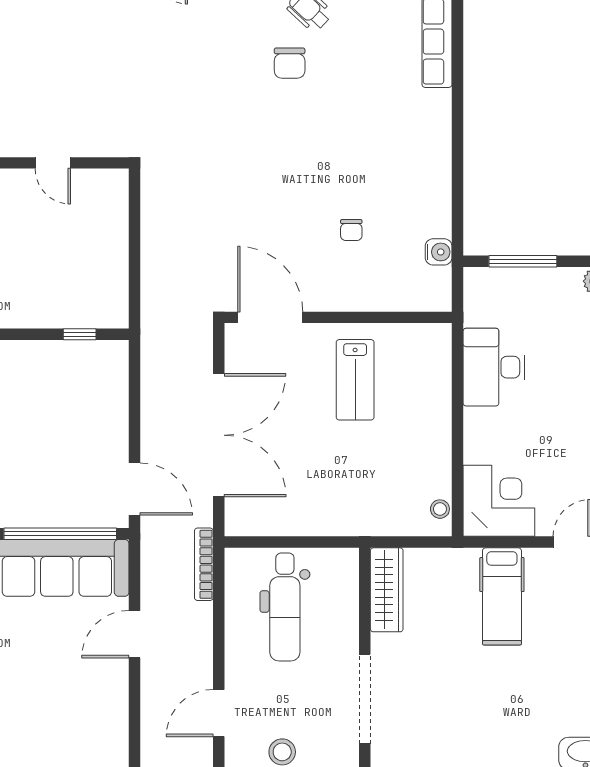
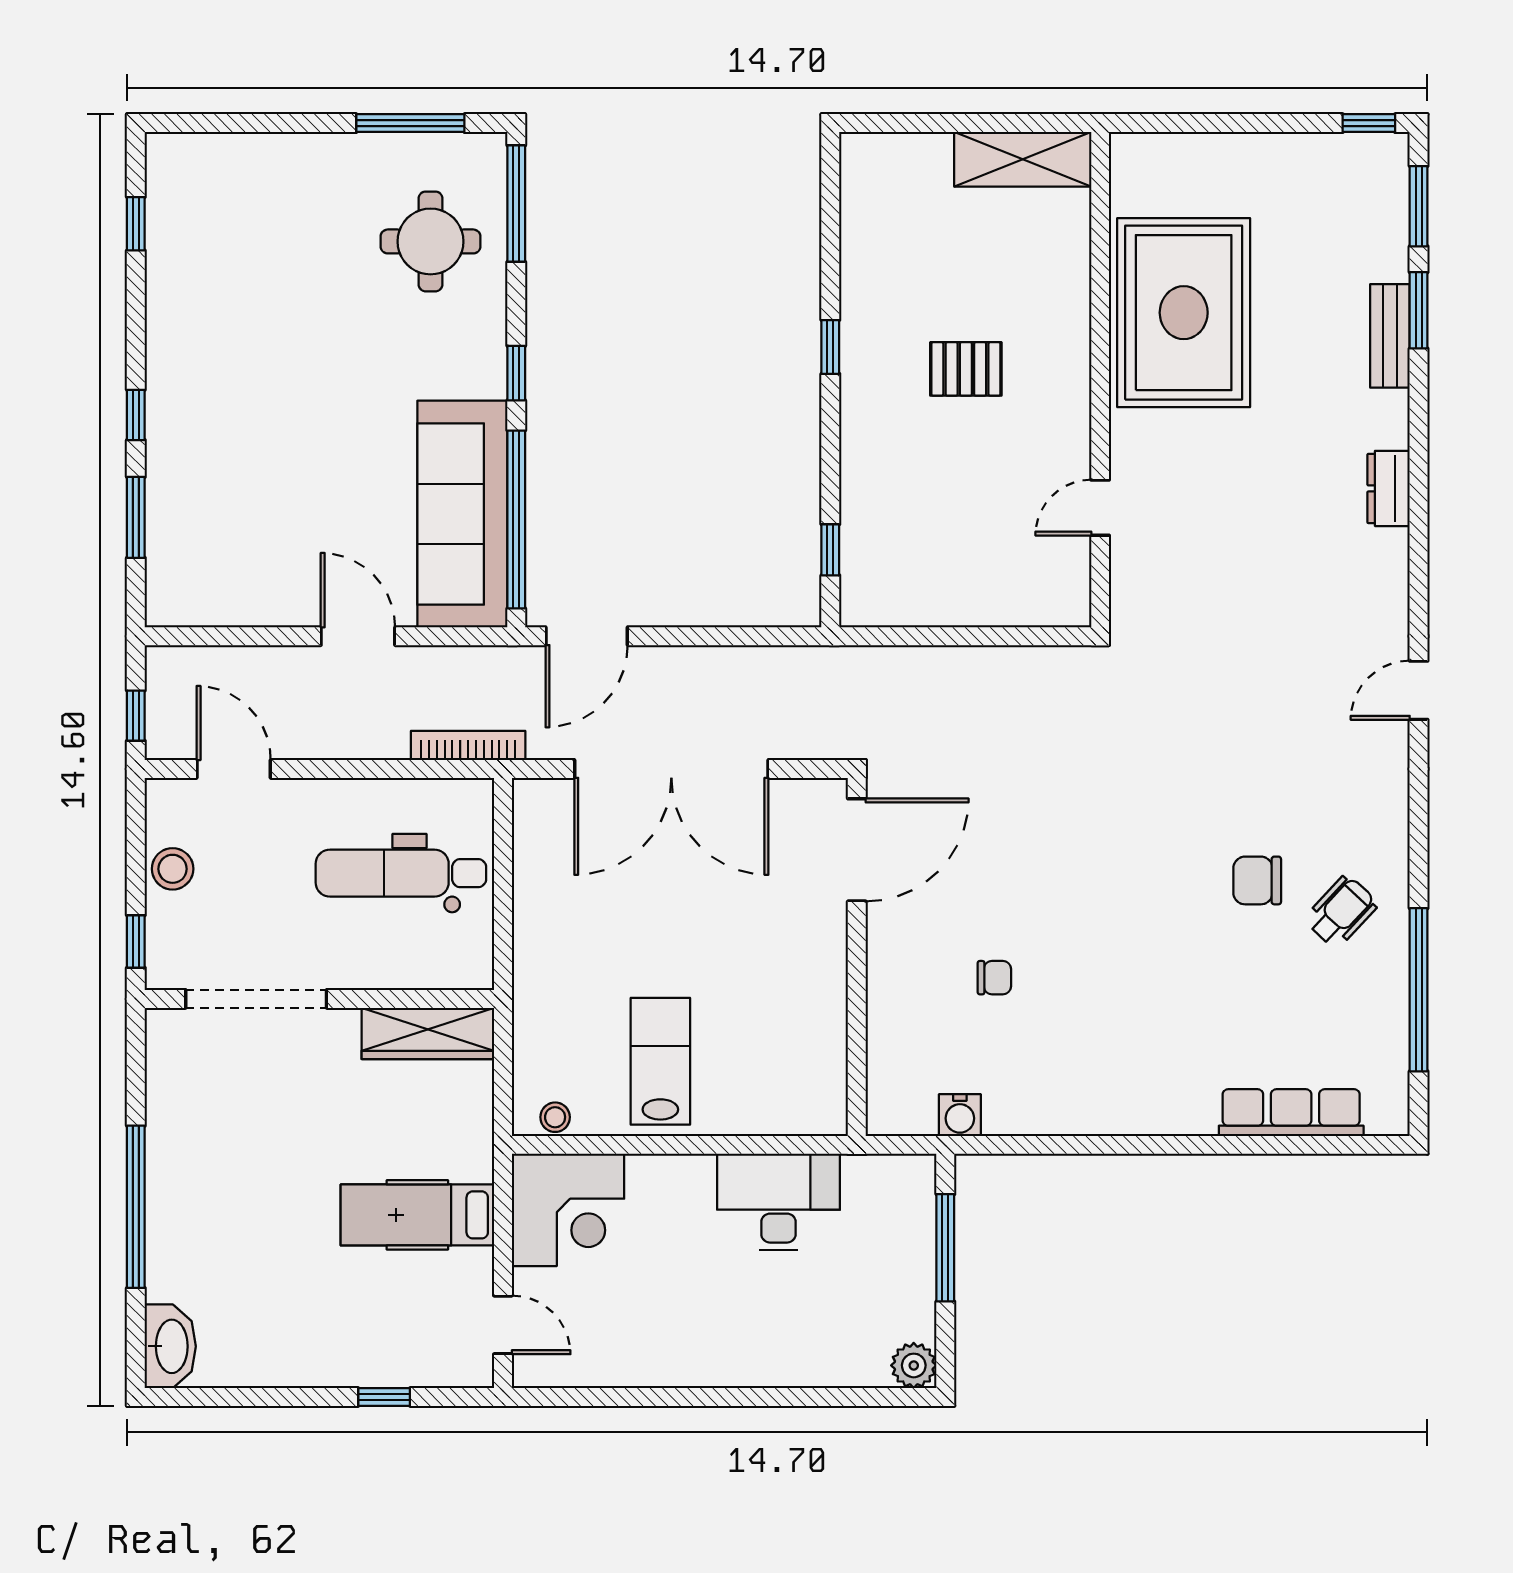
chair: (351, 230) -> (994, 978), turned 180
lab bench: (355, 380) -> (660, 1061), moved, turned 90

